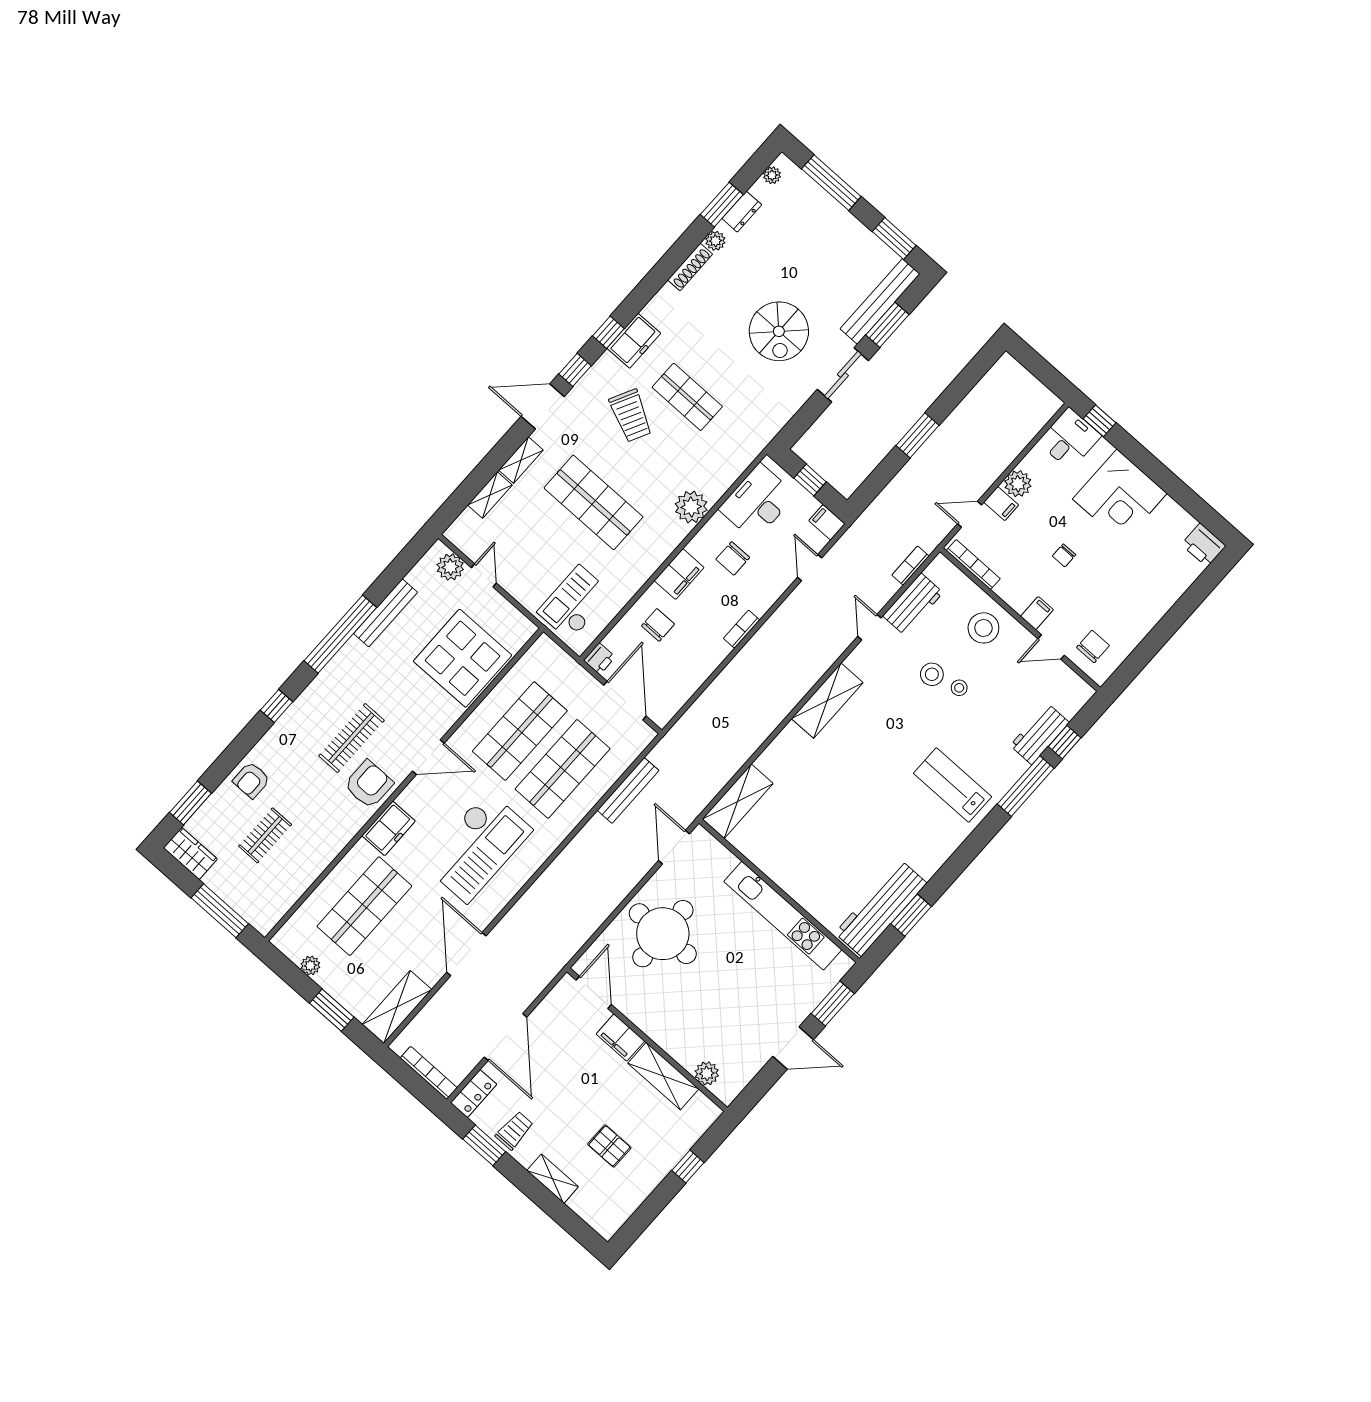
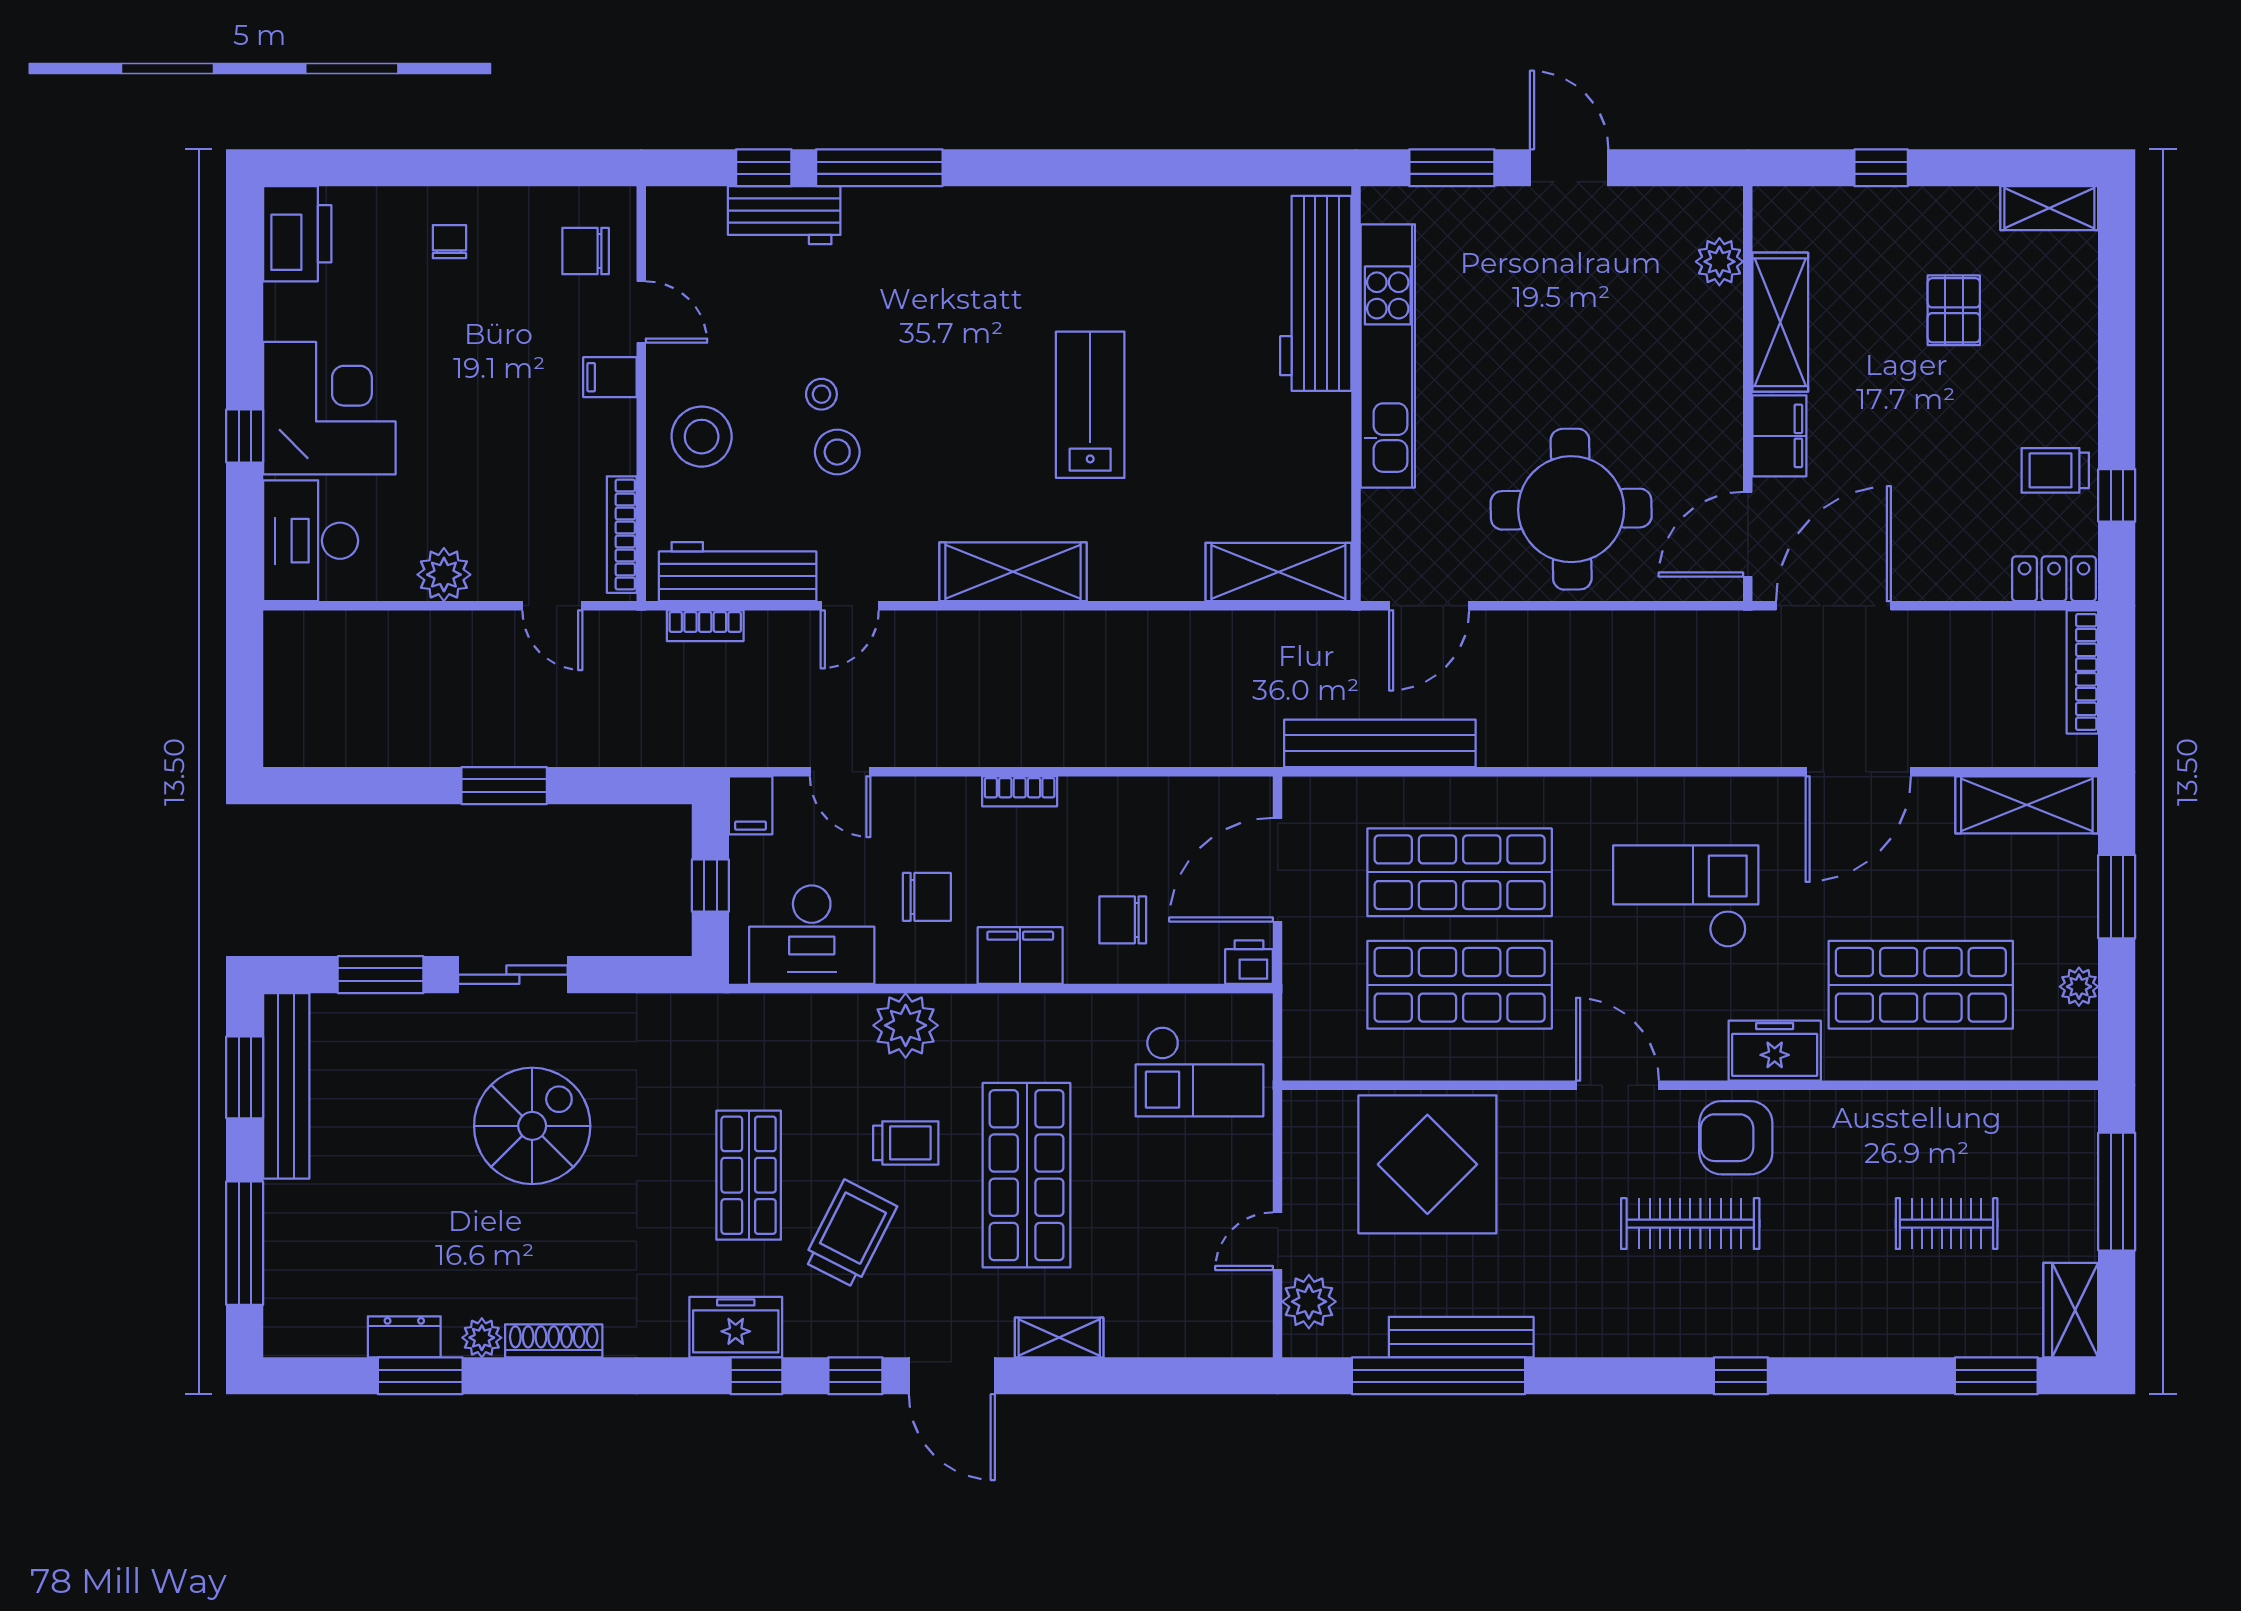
plant: (772, 175) -> (311, 1340), removed
bench: (880, 301) -> (286, 1086), moved, turned 90
window: (1099, 421) -> (245, 436), moved
desk: (1070, 439) -> (311, 541), width x1.37
trolley: (646, 467) -> (906, 1143), added
shelving: (490, 495) -> (1151, 1337), removed
filing cabinet: (1001, 504) -> (495, 573), removed
printer: (1204, 545) -> (297, 234), width x1.37, depth x1.19
chair: (1064, 555) -> (449, 242), moved, turned -90
door: (810, 568) -> (840, 772), hinge flipped
workbench: (913, 604) -> (738, 572), width x1.38
window: (340, 634) -> (1438, 1376), moved
armchair: (251, 780) -> (1883, 1316), removed
lab bench: (953, 785) -> (1090, 405), moved, turned 180
bench: (628, 790) -> (1380, 743), width x1.37, depth x1.21
checkout: (477, 847) -> (1686, 896), width x0.73, depth x0.83
workbench: (881, 908) -> (1316, 293), moved, turned 90
window: (911, 915) -> (1219, 168), removed
door: (505, 1037) -> (1834, 606), moved
window: (484, 1145) -> (2117, 495), width x0.67
shelving: (553, 1179) -> (2049, 208), moved, turned 90

